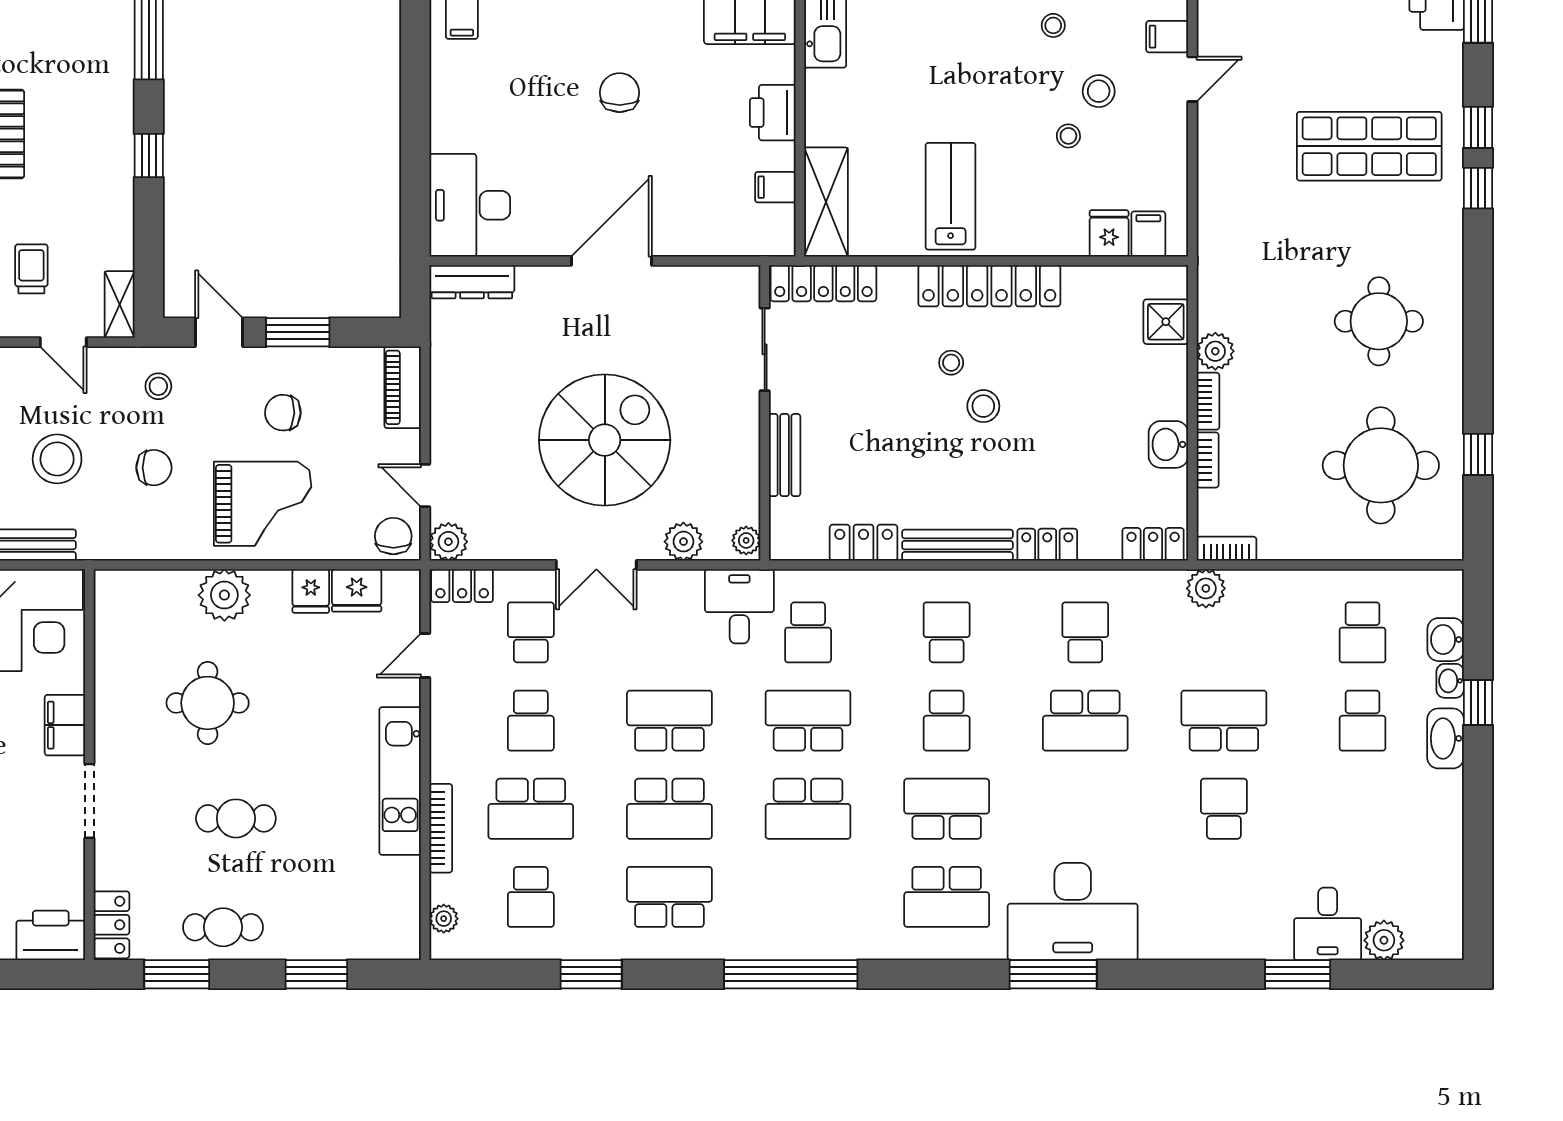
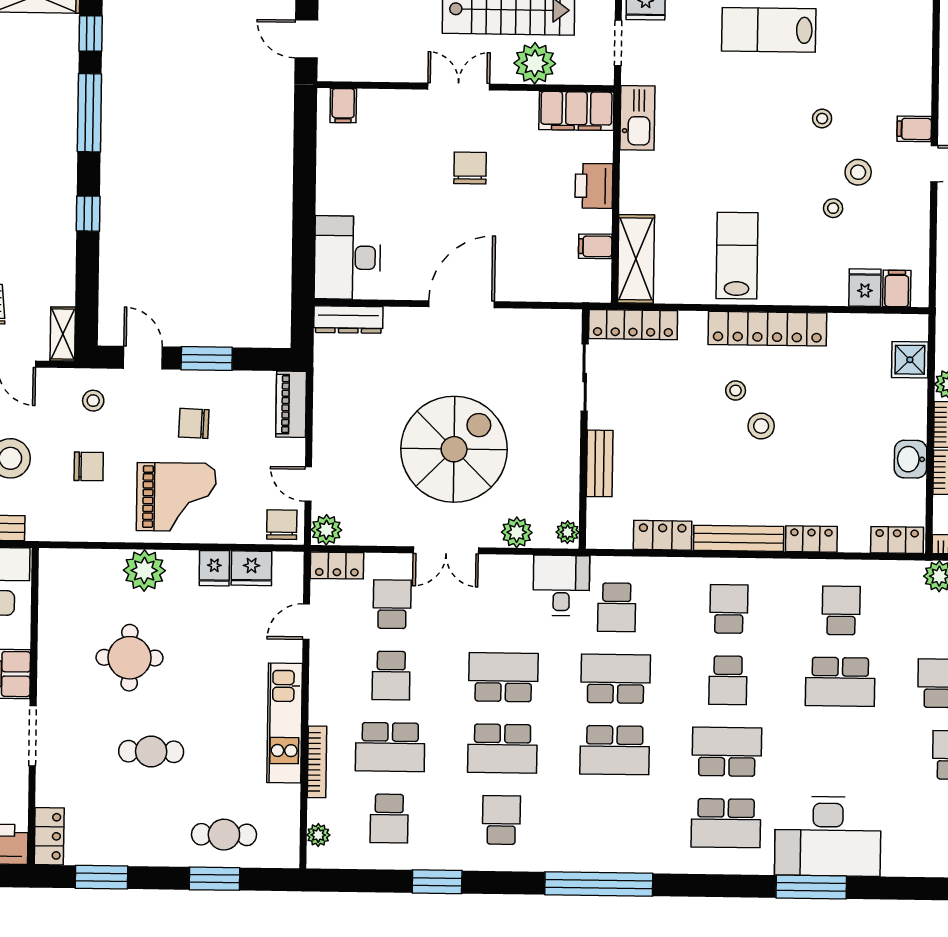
school desk: (669, 897) -> (501, 820), width x0.54
cafe table: (223, 927) -> (224, 835), moved

